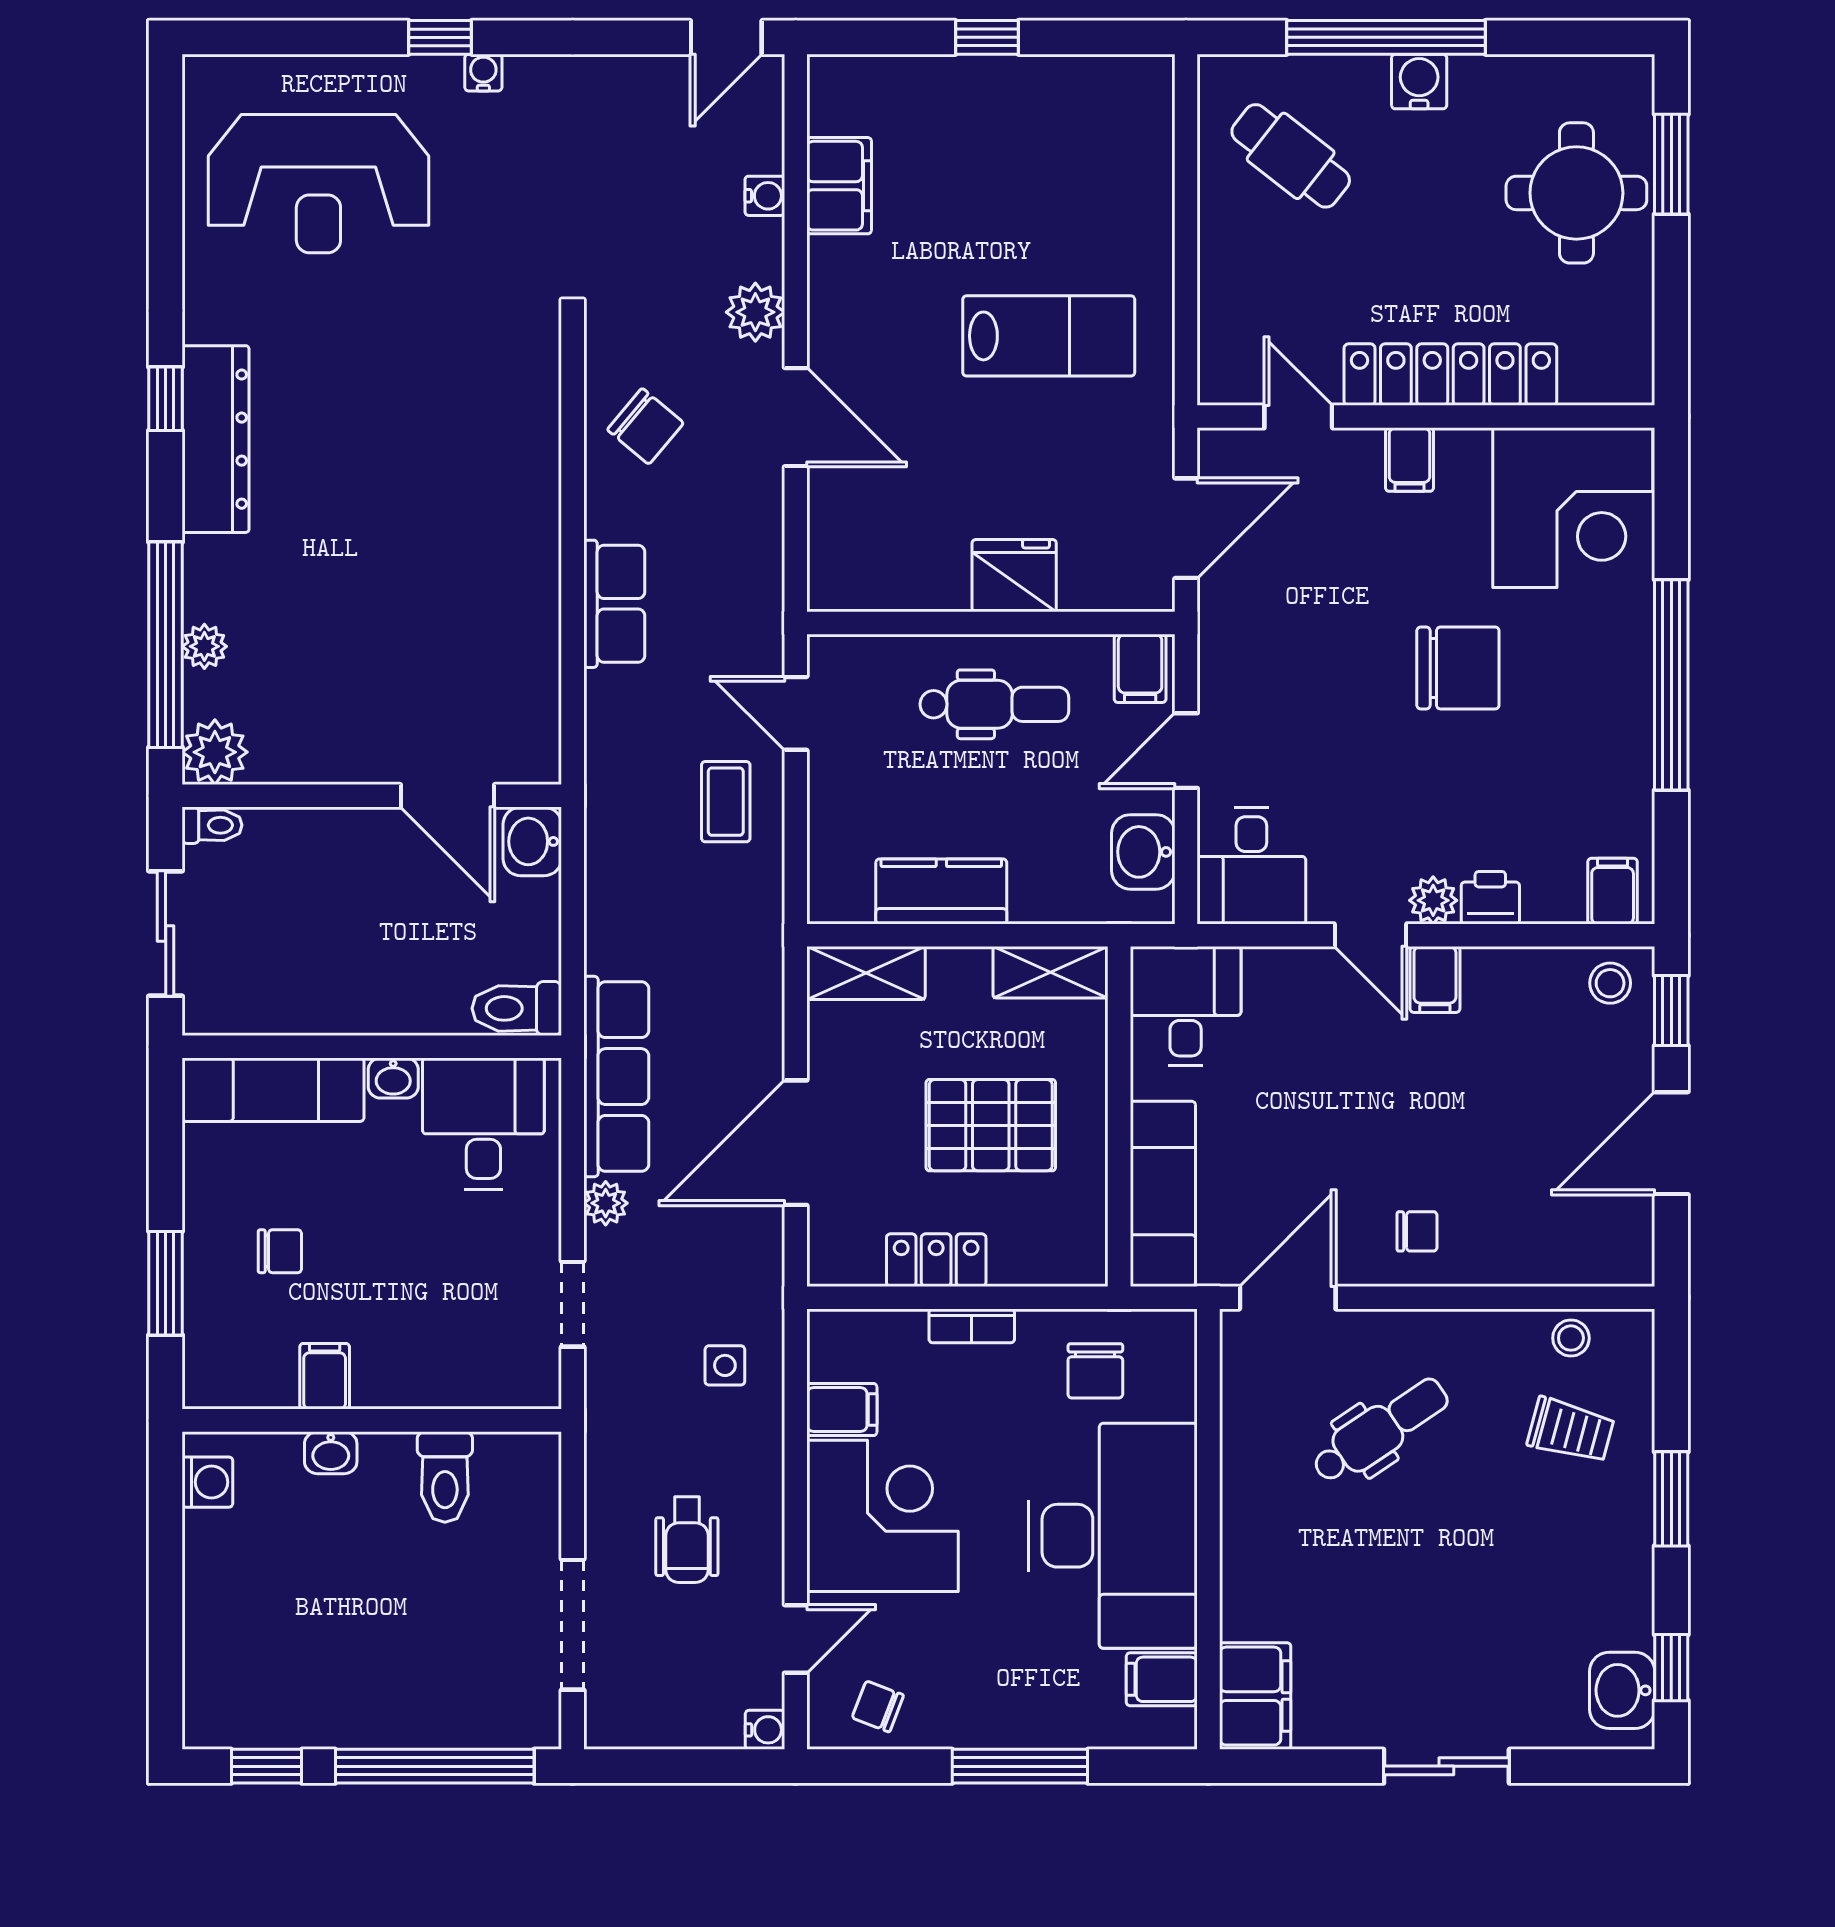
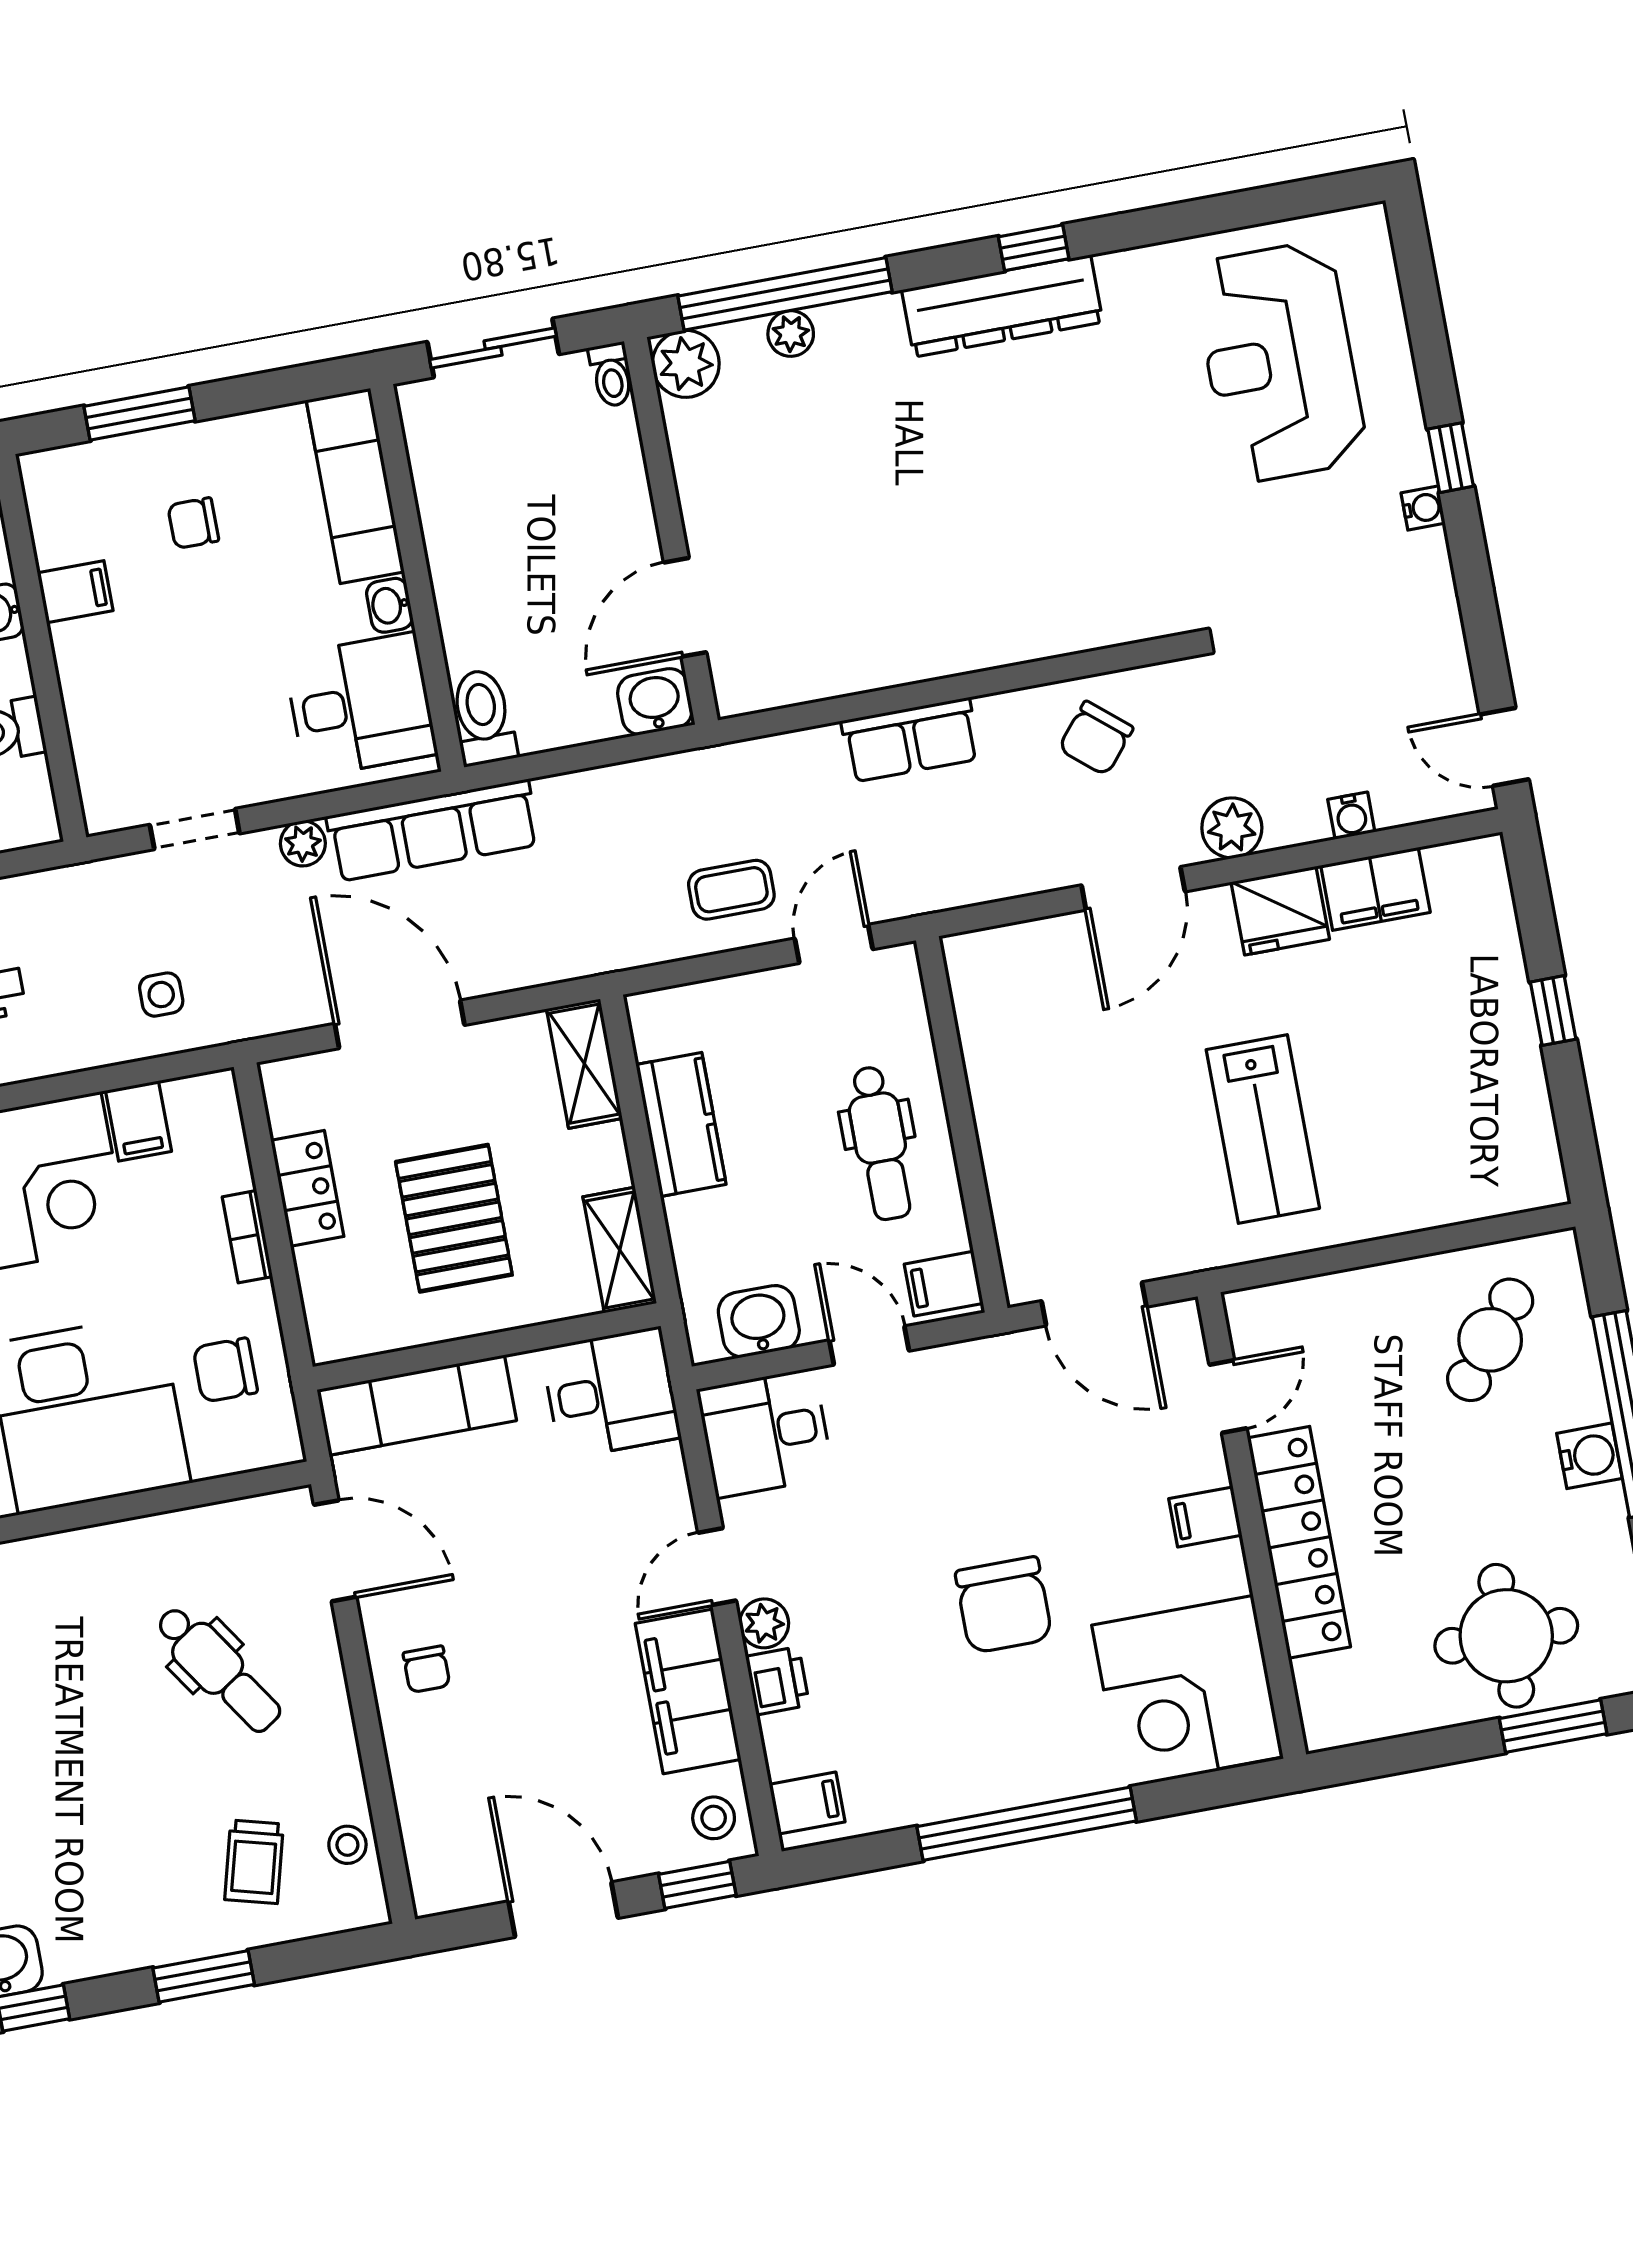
fridge: (1014, 576) -> (1280, 911), moved, turned 90
filing cabinet: (1435, 979) -> (688, 1691), width x3.00, depth x1.17
chair: (280, 1251) -> (193, 523), turned 90

